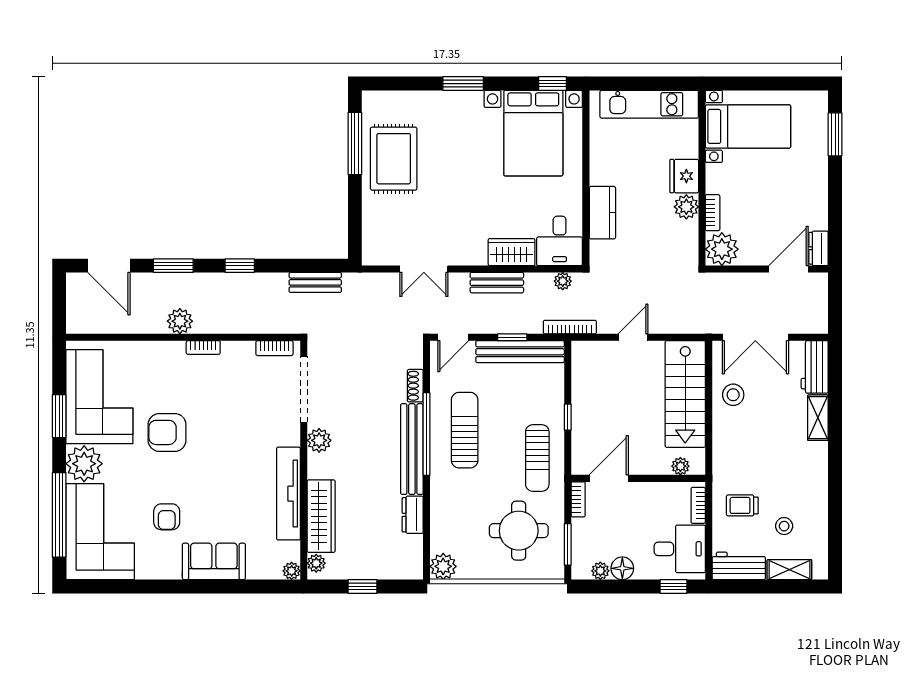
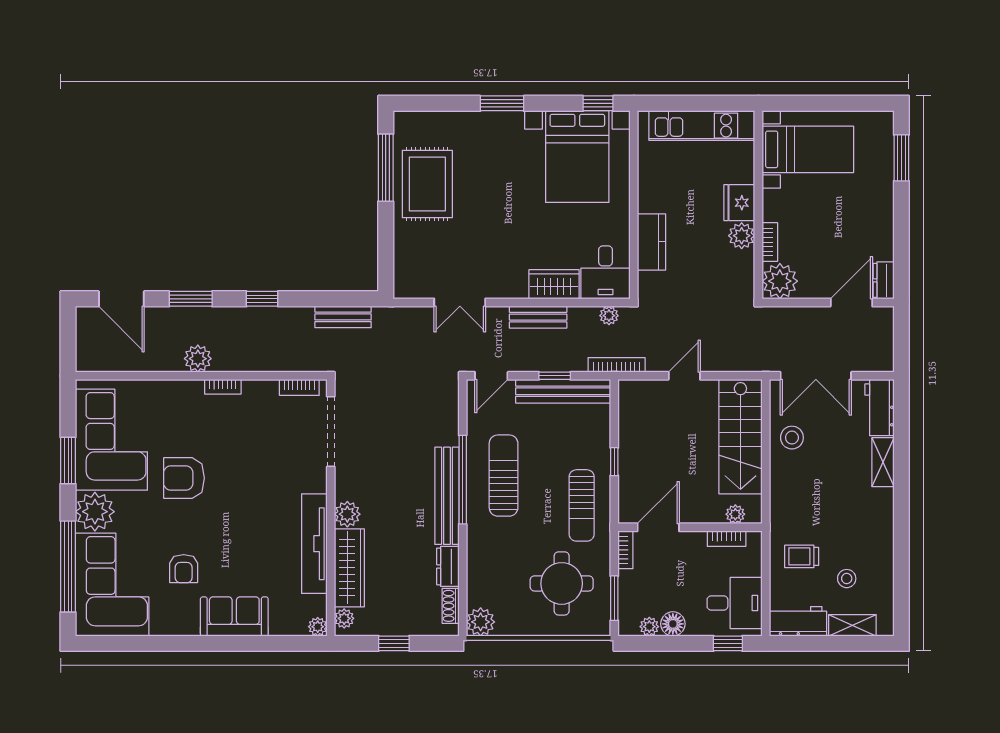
shoe rack: (415, 386) -> (451, 606), moved
plant: (319, 440) -> (347, 514), moved
bookcase: (698, 505) -> (727, 539), moved, turned -90

